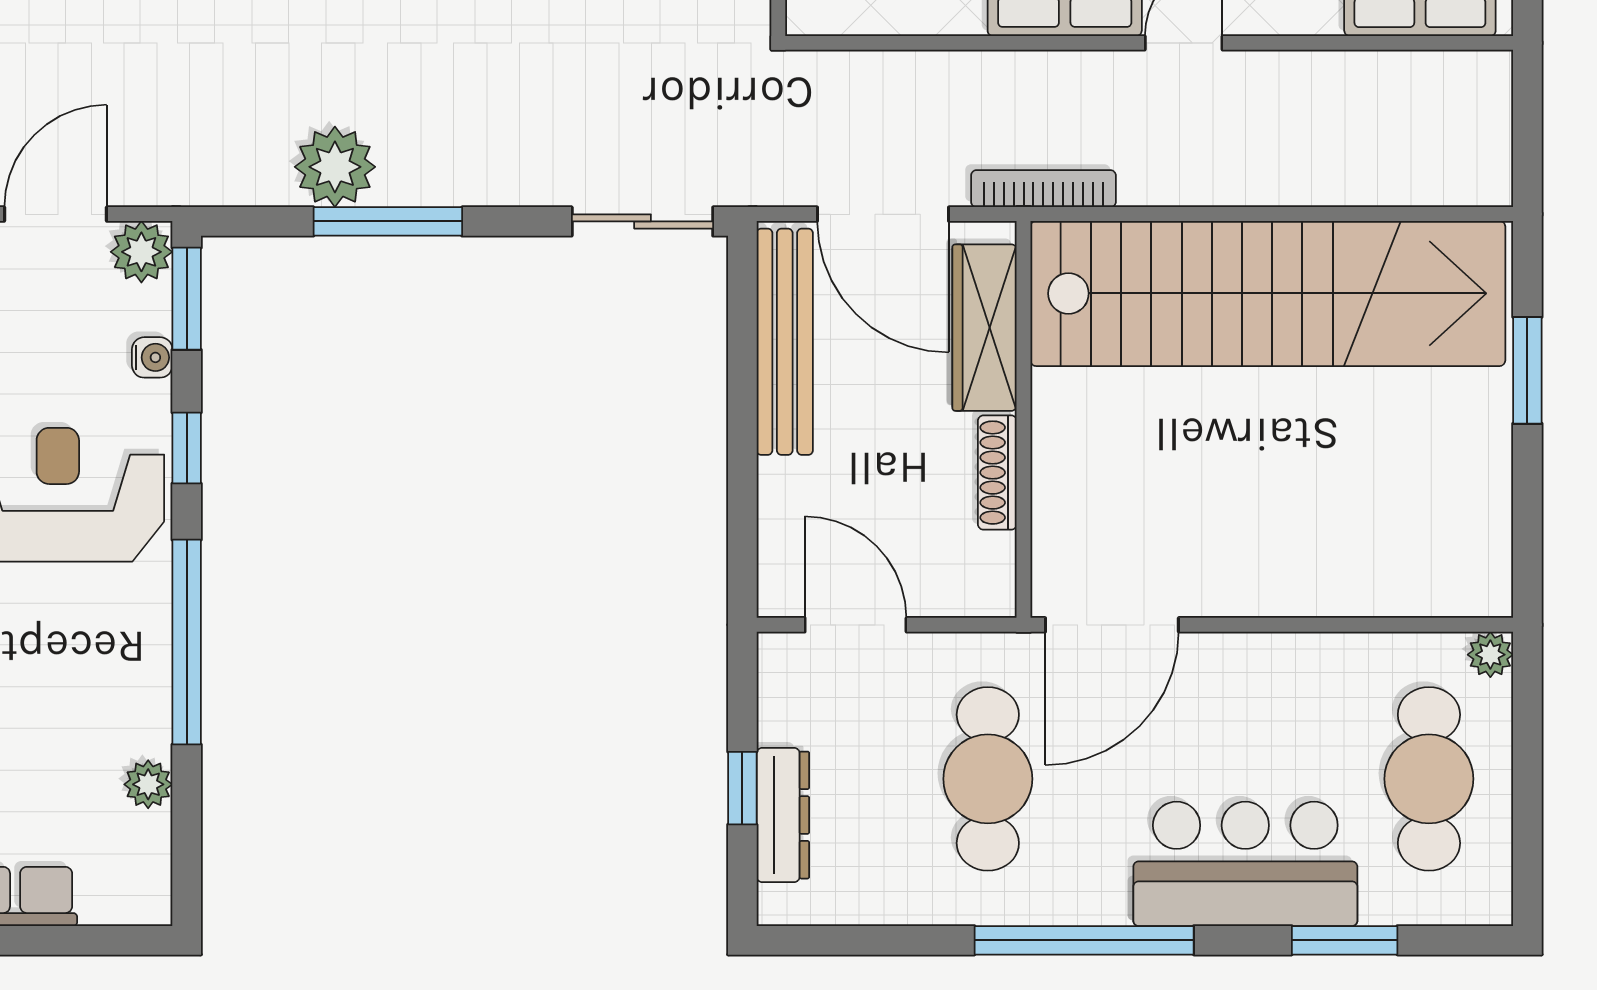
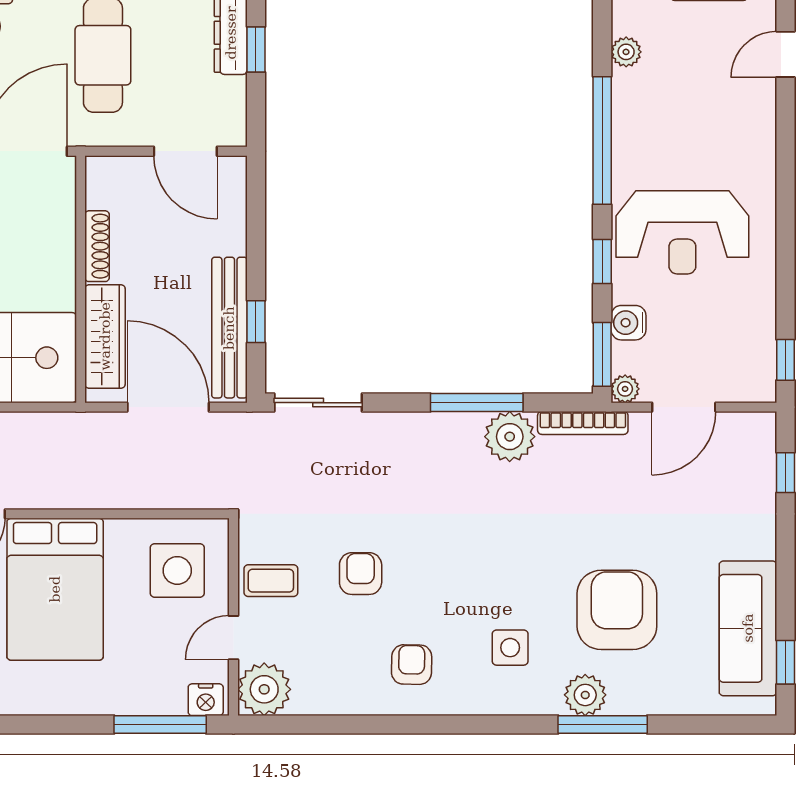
bookcase: (1043, 189) -> (583, 423), moved
plant: (141, 252) -> (625, 389), width x0.73, depth x0.73
window: (742, 351) -> (256, 322), added
water cooler: (152, 357) -> (628, 323), width x1.38, depth x1.38

